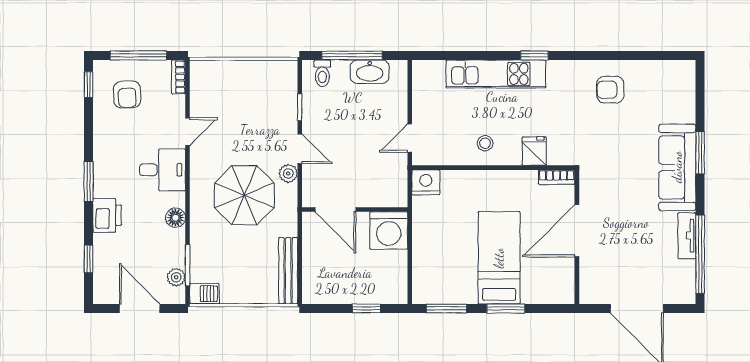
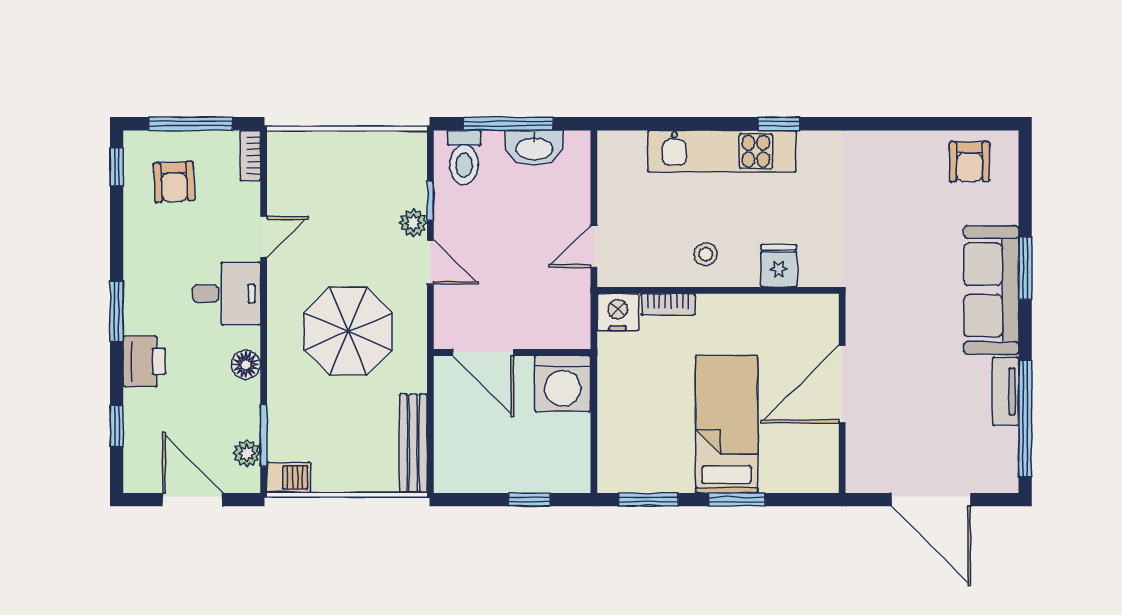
toilet: (322, 73) -> (464, 158), width x1.37, depth x1.39
armchair: (610, 90) -> (970, 162), moved, turned -90
plant: (288, 173) -> (413, 223), moved
bookcase: (557, 177) -> (668, 304), moved

